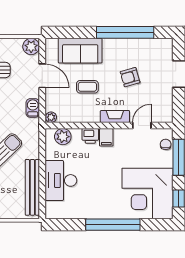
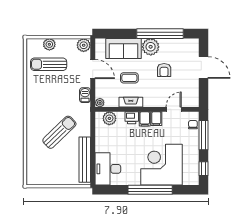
plant: (113, 48) -> (151, 47), added
armchair: (130, 77) -> (164, 70), turned -74
fireplace: (115, 116) -> (131, 102), moved
filing cabinet: (121, 137) -> (156, 119), added
desk: (61, 180) -> (108, 169), moved
corner desk: (148, 193) -> (162, 165), moved, turned 90

